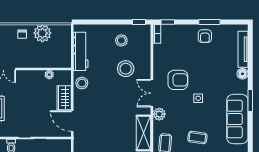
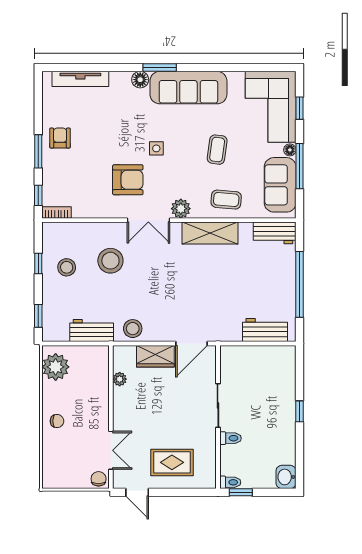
window: (90, 22) -> (38, 316), added
window: (139, 22) -> (38, 263), moved
window: (209, 22) -> (38, 151), moved
plant: (42, 33) -> (56, 367), moved
armchair: (205, 36) -> (60, 138), turned -90
workbench: (81, 51) -> (92, 330), width x0.73
floor lamp: (243, 74) -> (140, 80), moved
armchair: (178, 80) -> (128, 180), turned 90

